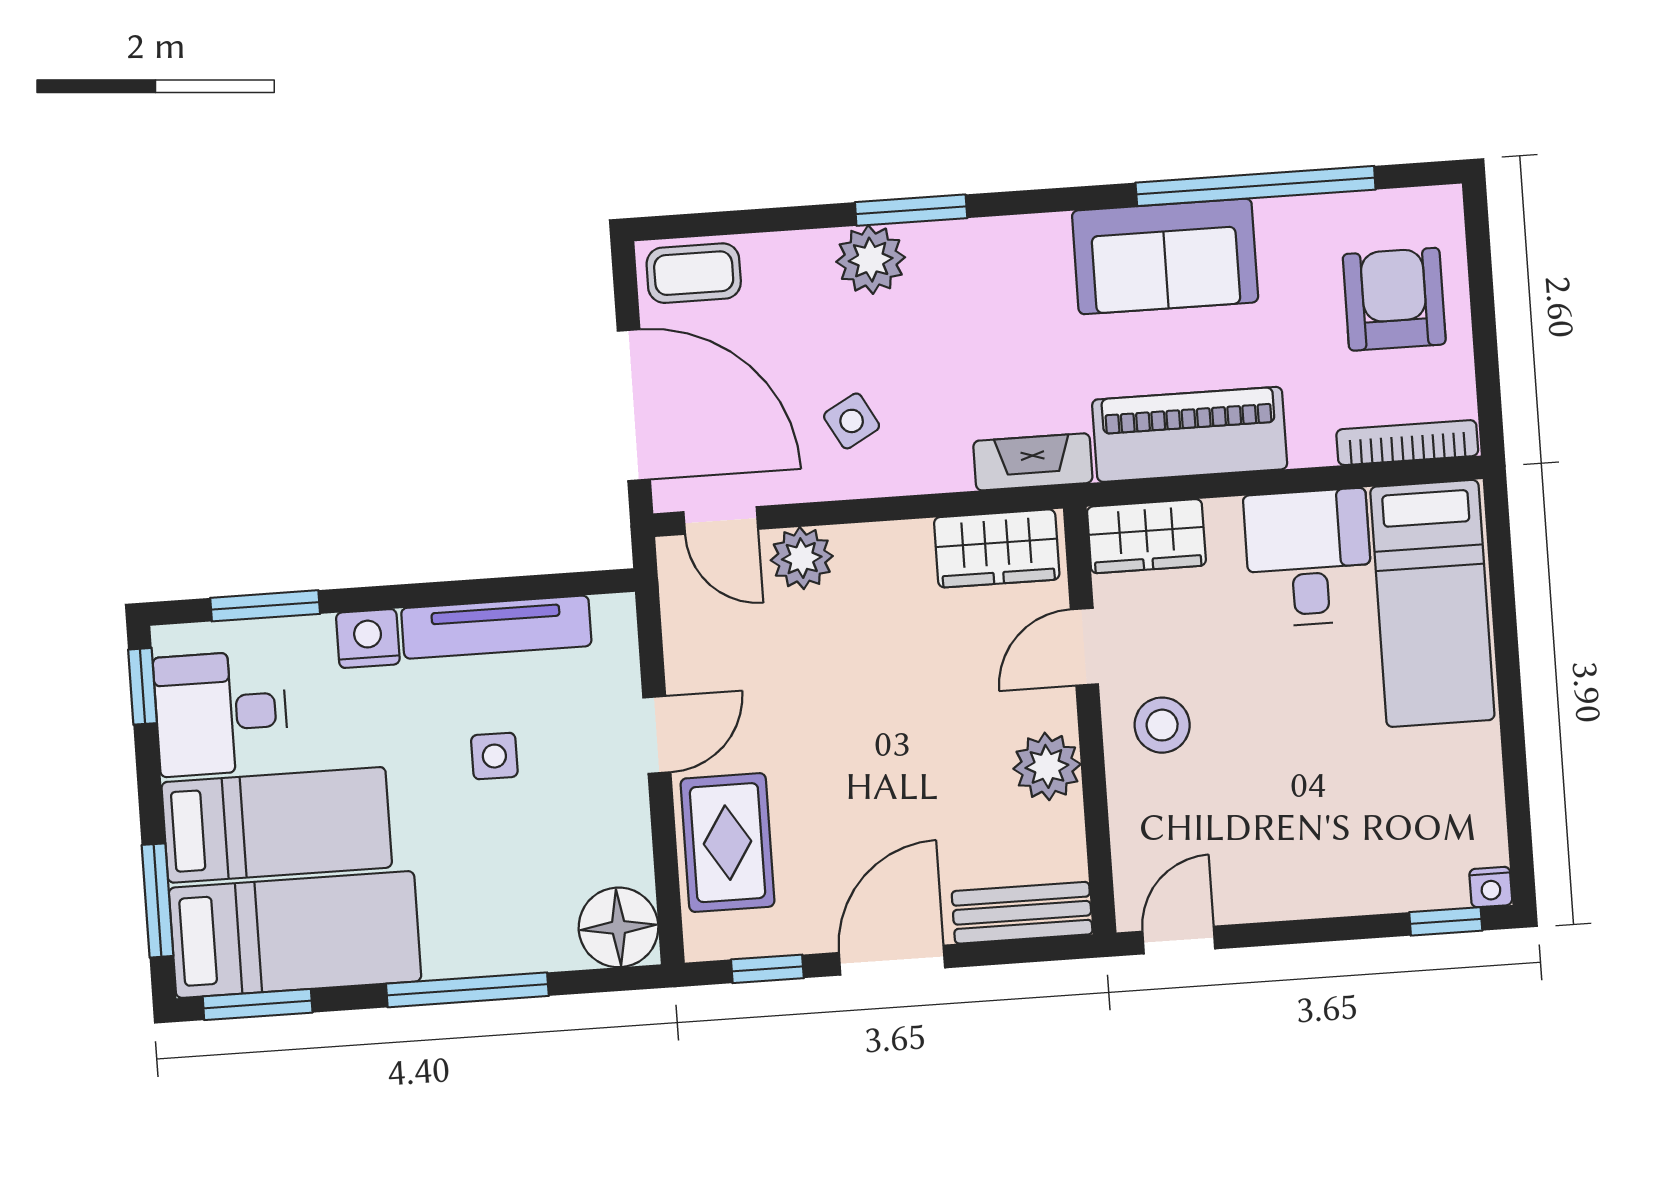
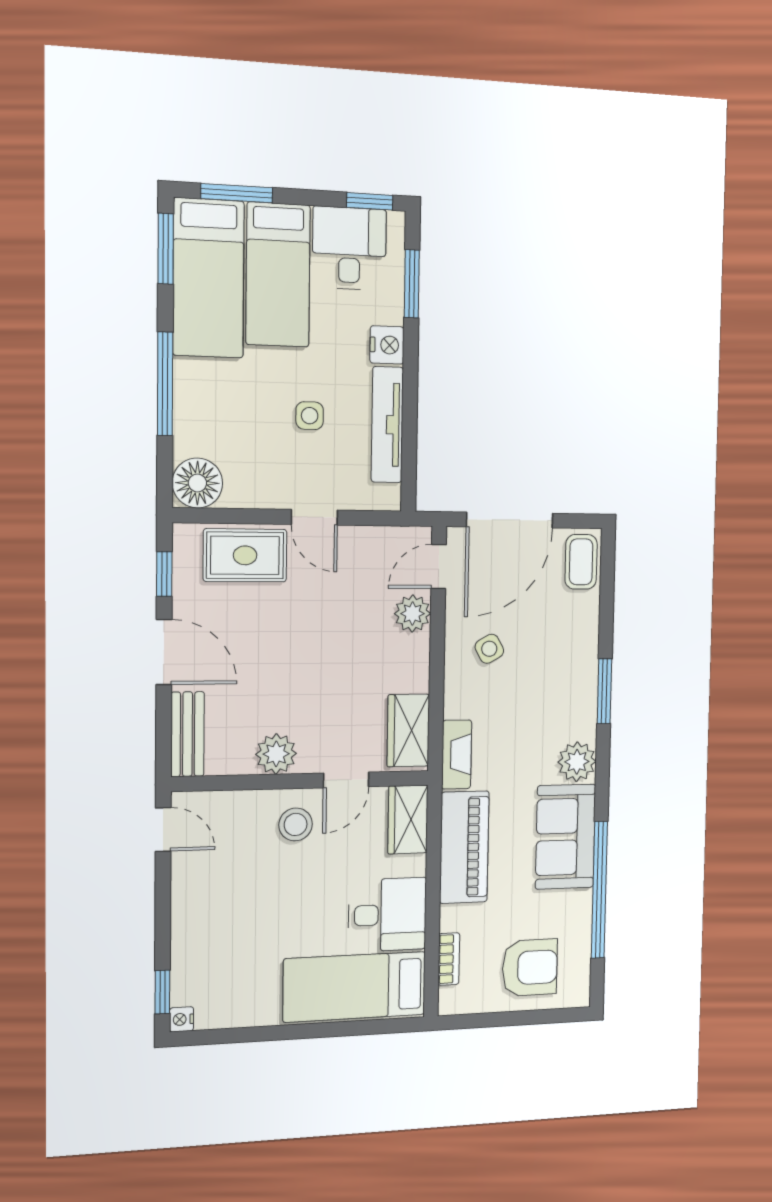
plant: (871, 260) -> (577, 762), moved
bookcase: (1407, 443) -> (449, 959), width x0.64
door: (1084, 647) -> (346, 780), swing flipped

